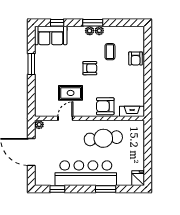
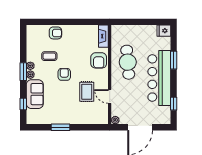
sofa: (51, 36) -> (35, 94), moved

